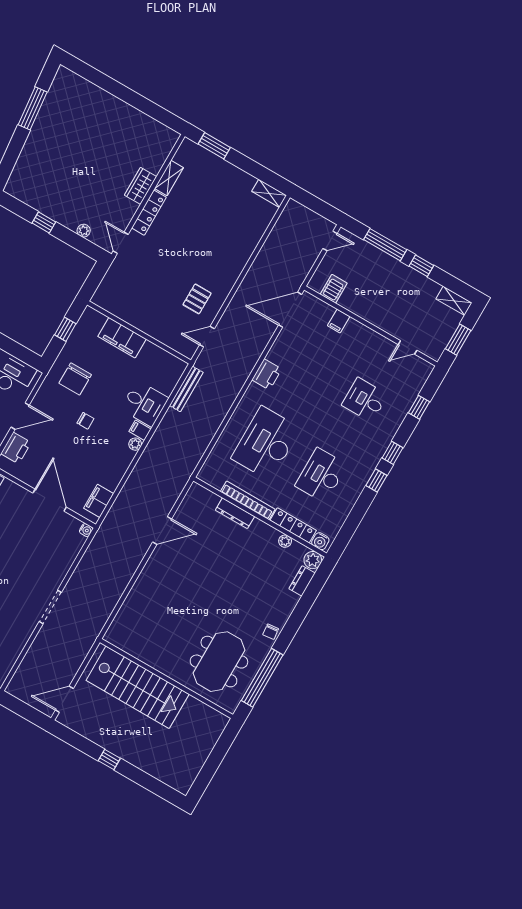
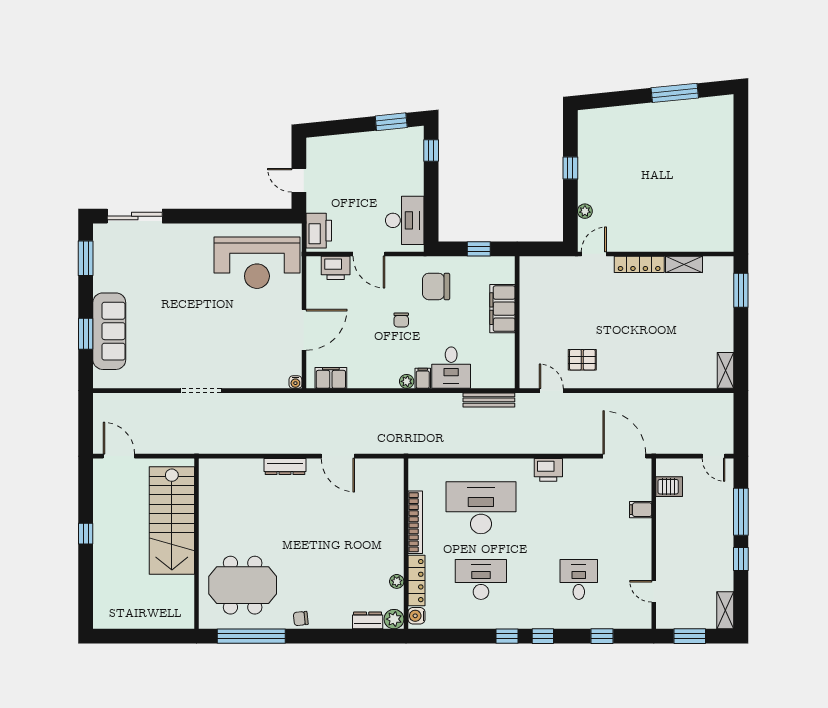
wardrobe: (141, 186) -> (660, 241), removed
dresser: (235, 513) -> (285, 467), moved, turned -90

